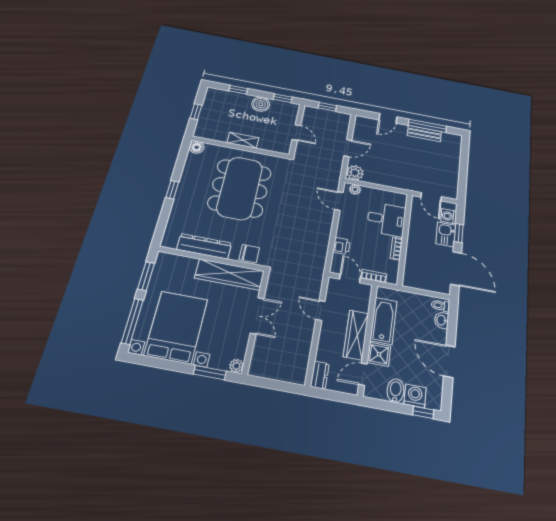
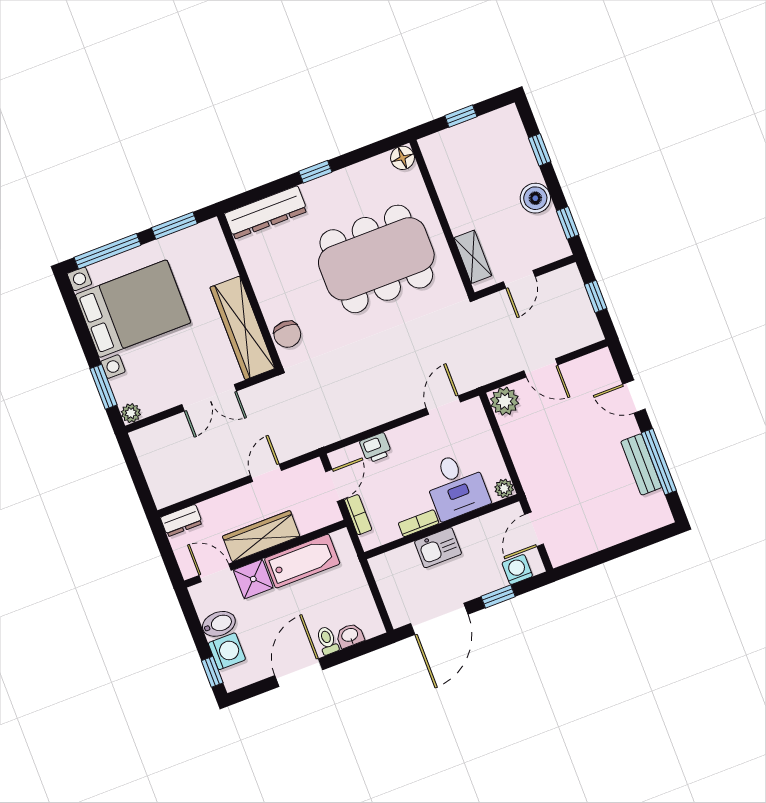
shelving: (243, 140) -> (473, 257), moved
plant: (355, 189) -> (504, 488), moved
kitchen sink: (446, 234) -> (438, 548), moved, turned 180
dresser: (204, 246) -> (266, 212), moved, turned 90
toilet: (440, 306) -> (327, 640), moved

